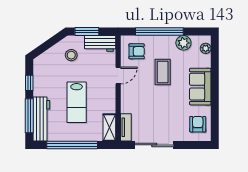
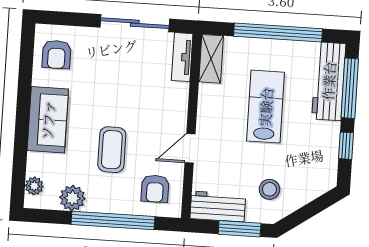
armchair: (137, 51) -> (155, 189), turned -90

